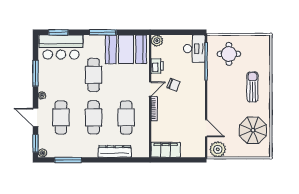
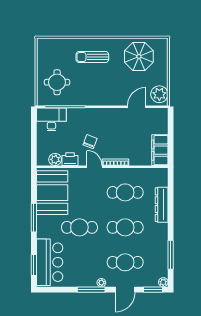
plant: (157, 41) -> (55, 159), moved
window: (35, 73) -> (91, 290), moved

